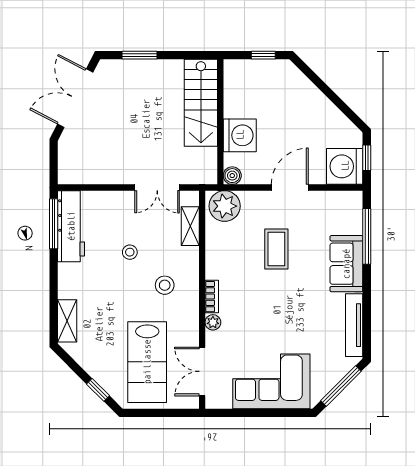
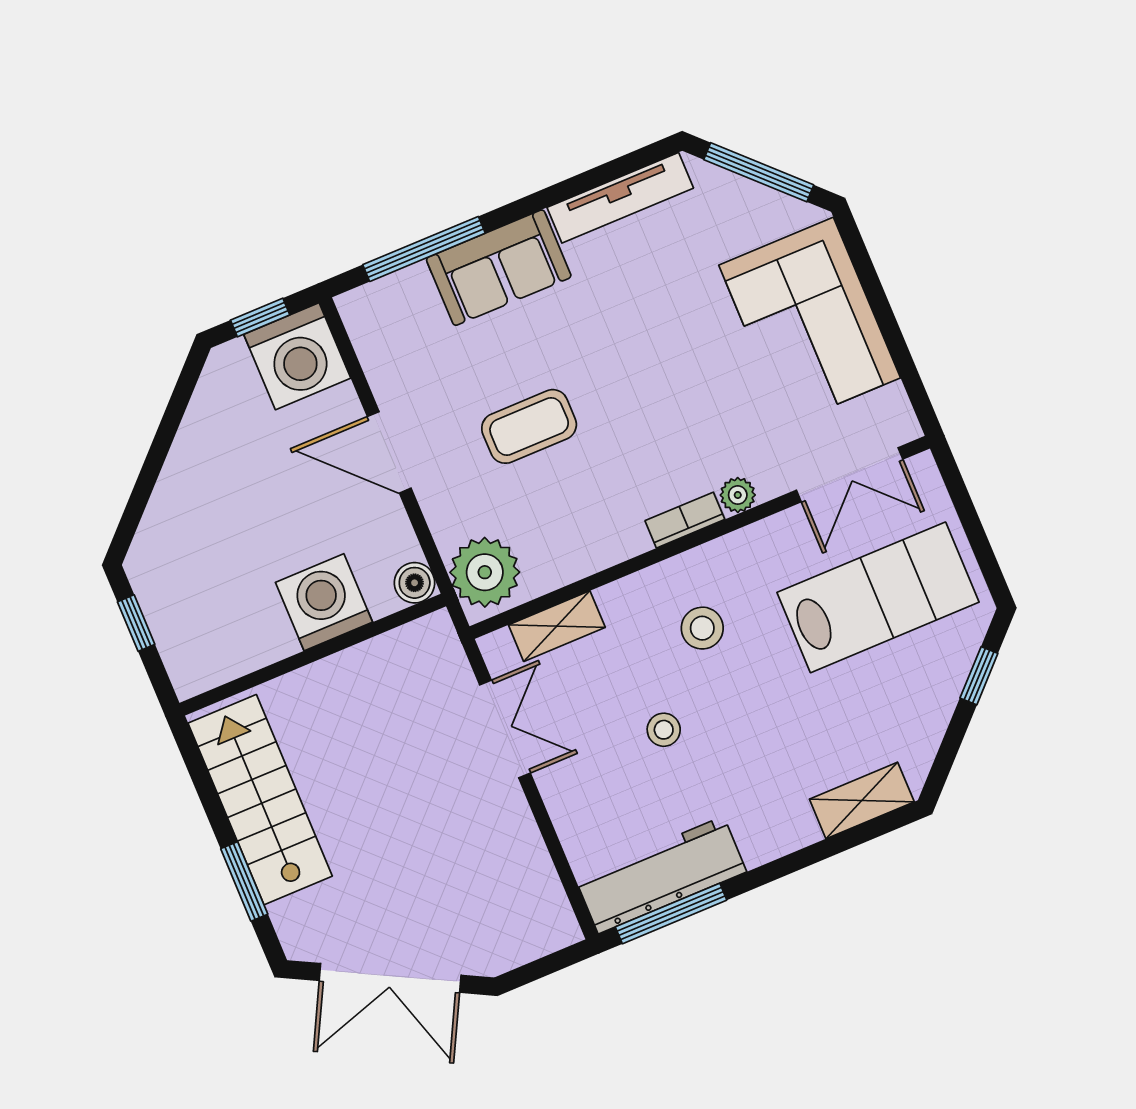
stairs: (201, 103) -> (260, 800), moved, turned -90

